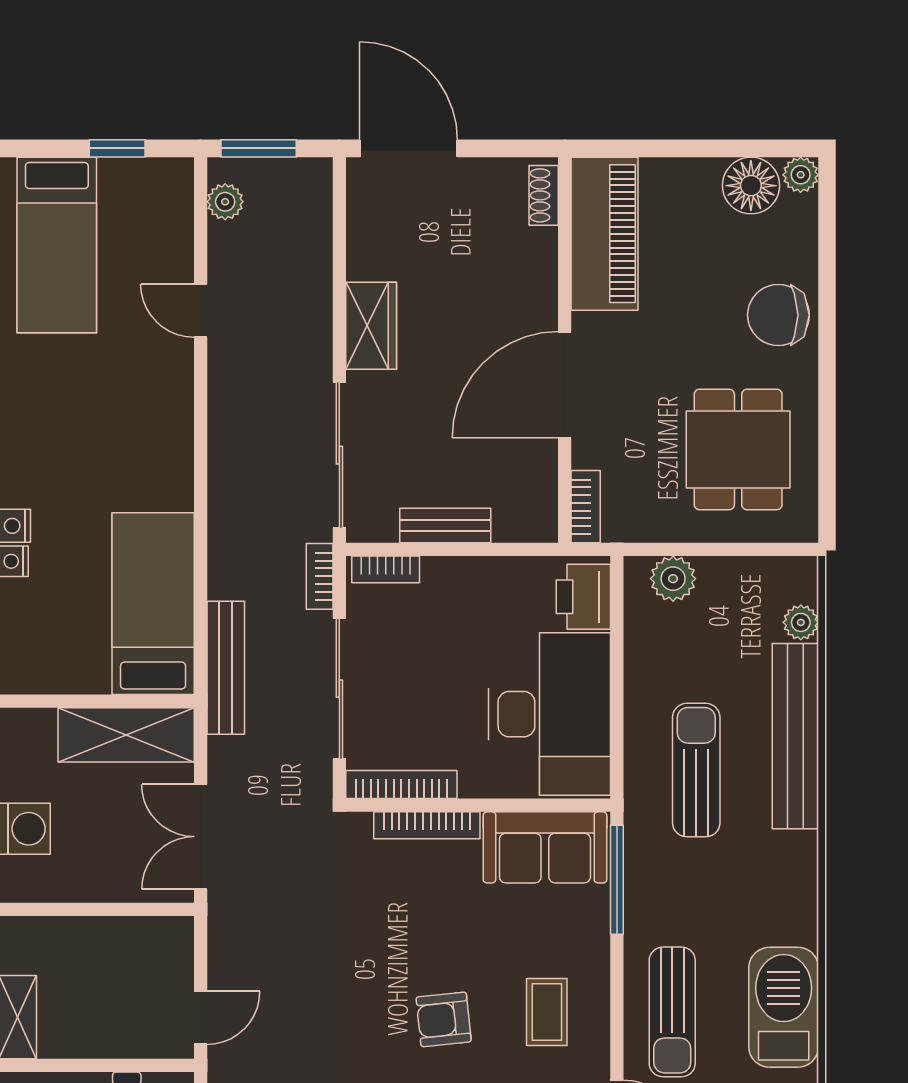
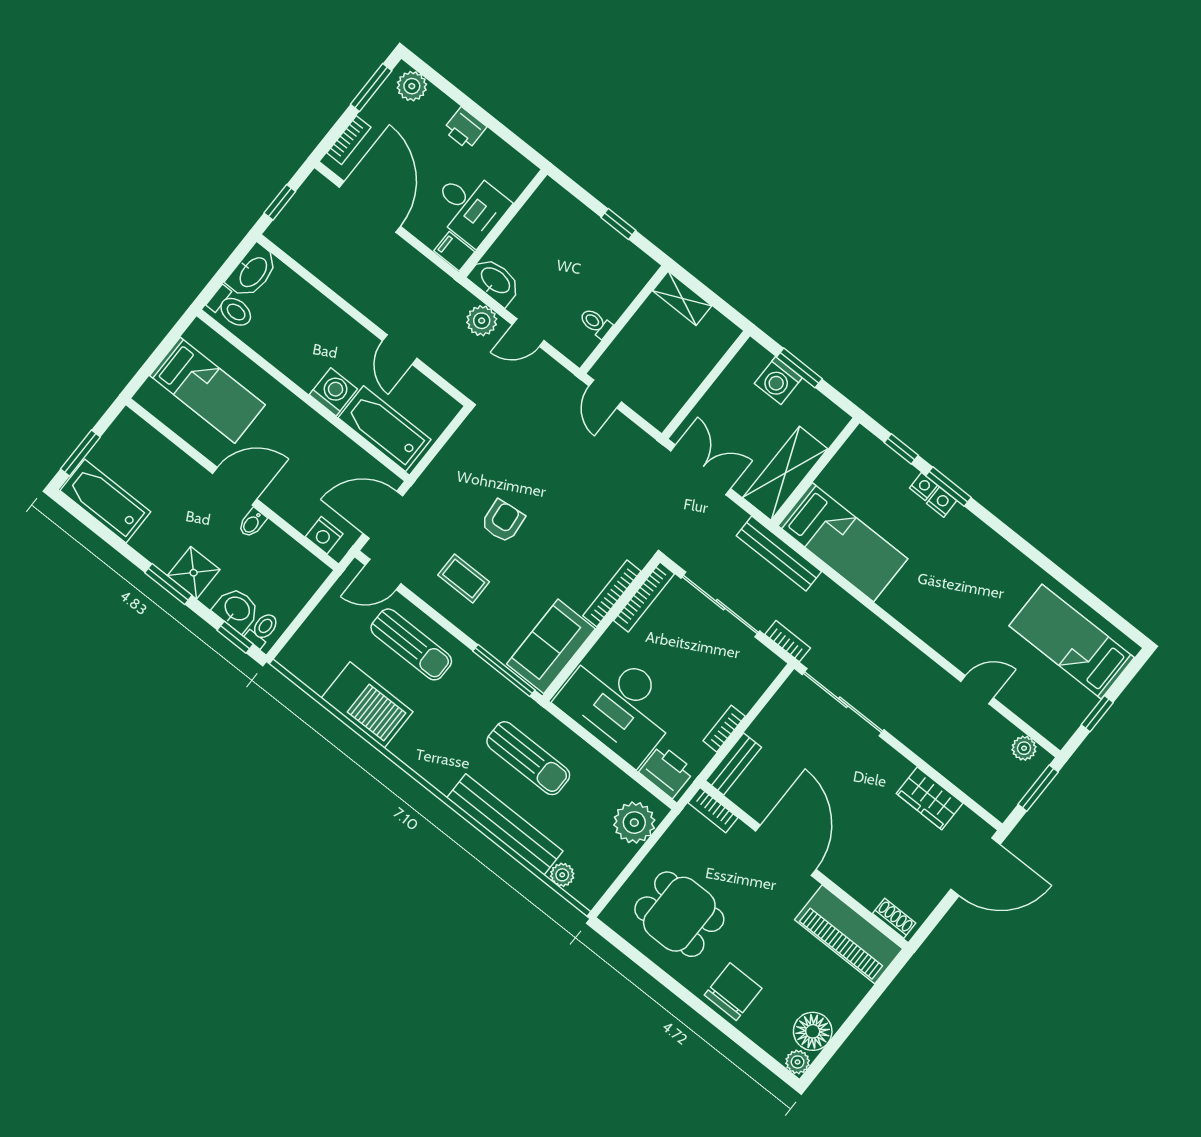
wardrobe: (371, 326) -> (930, 798), moved
bench: (445, 526) -> (733, 764), moved
bookcase: (386, 569) -> (724, 729), moved
plant: (673, 579) -> (634, 823), width x1.36, depth x1.36
sun lounger: (672, 1012) -> (411, 644), turned 180

